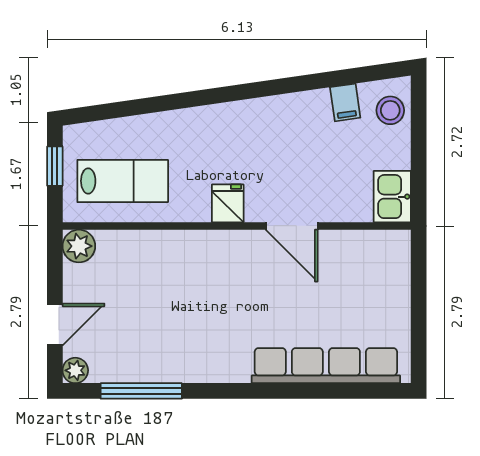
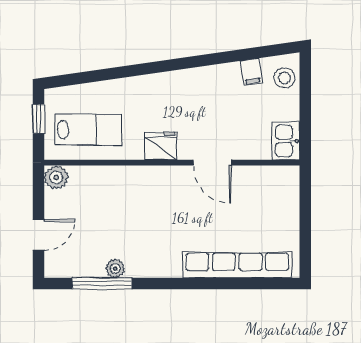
fridge: (228, 203) -> (161, 146), width x1.38
plant: (75, 370) -> (115, 268), moved

